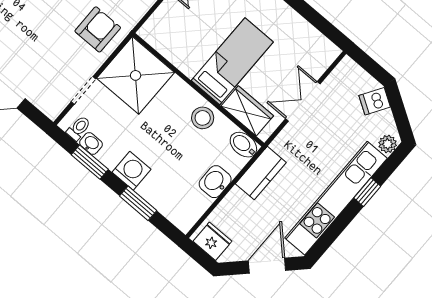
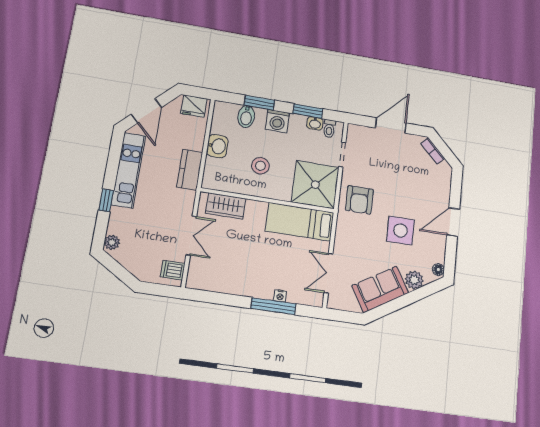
bed: (232, 61) -> (300, 222), moved, turned 90
dishwasher: (375, 101) -> (173, 270), moved, turned -122
stool: (203, 118) -> (260, 166), moved
bidet: (243, 145) -> (246, 117), moved, turned 90
kitchen unit: (336, 198) -> (128, 170), width x0.73

